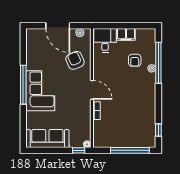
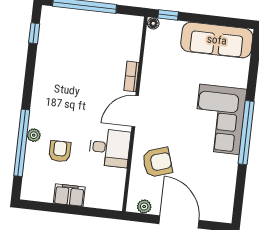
desk: (105, 40) -> (110, 148), moved, turned -90
armchair: (75, 60) -> (157, 162), turned -85
door: (92, 90) -> (135, 111), hinge flipped

